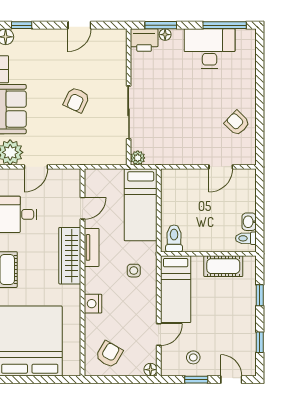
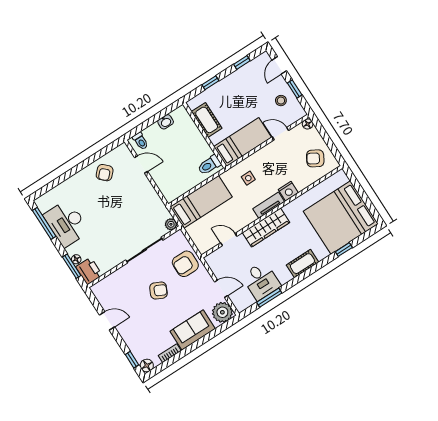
armchair: (86, 146) -> (185, 264), added
toilet: (246, 238) -> (140, 141), moved
tv unit: (92, 247) -> (269, 205), moved

